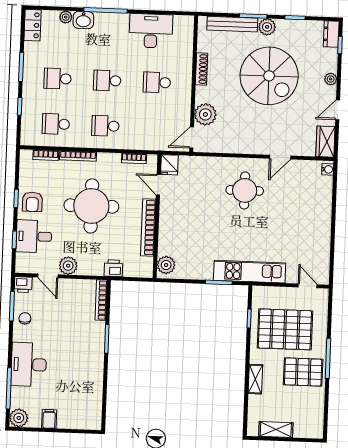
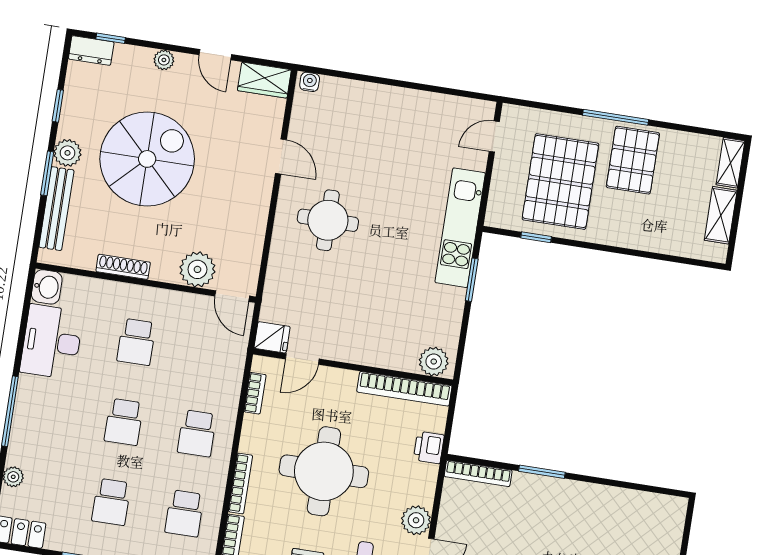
washbasin: (83, 20) -> (47, 287), moved
bookcase: (148, 228) -> (404, 389), moved
shelving: (255, 379) -> (730, 163), moved, turned 90

